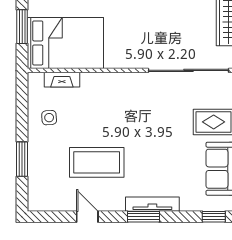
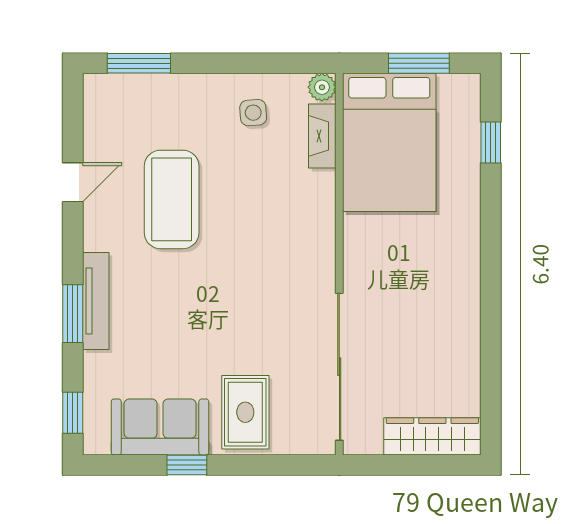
plant: (35, 80) -> (322, 87), added
window: (22, 159) -> (139, 63), moved
window: (144, 217) -> (73, 314), moved

